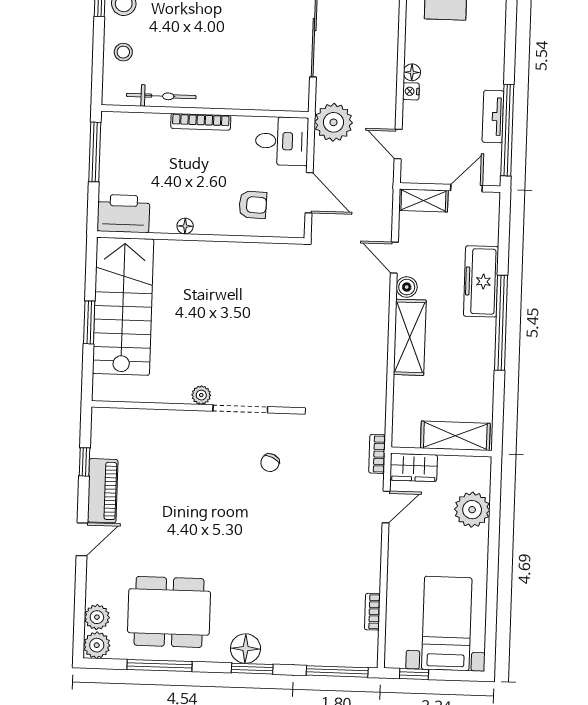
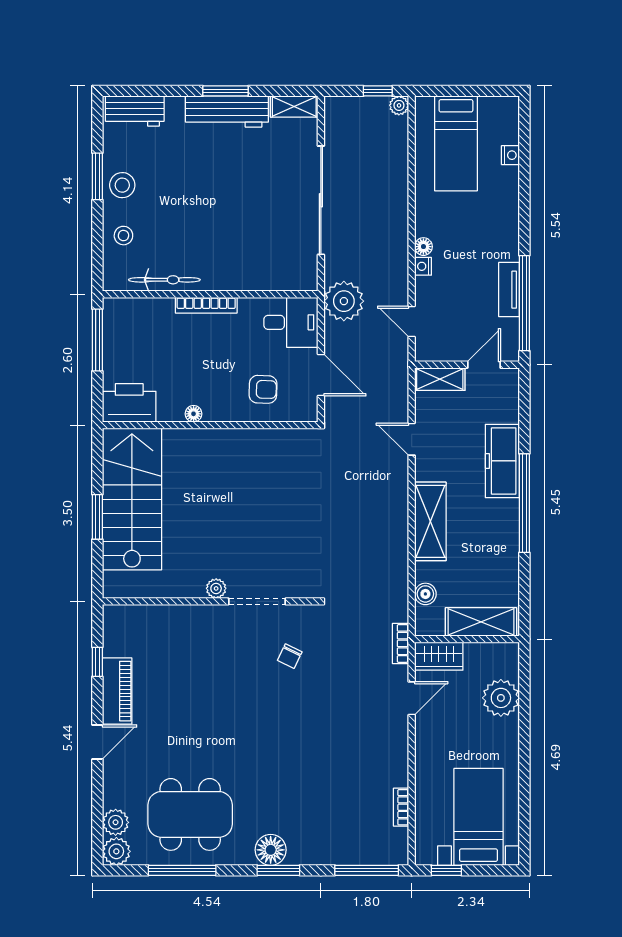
boiler: (407, 287) -> (425, 594), moved

